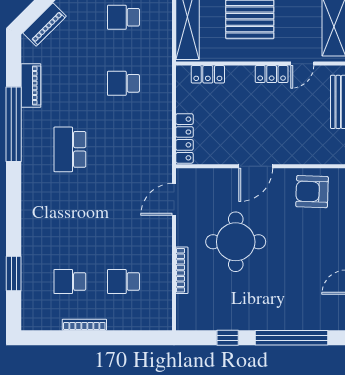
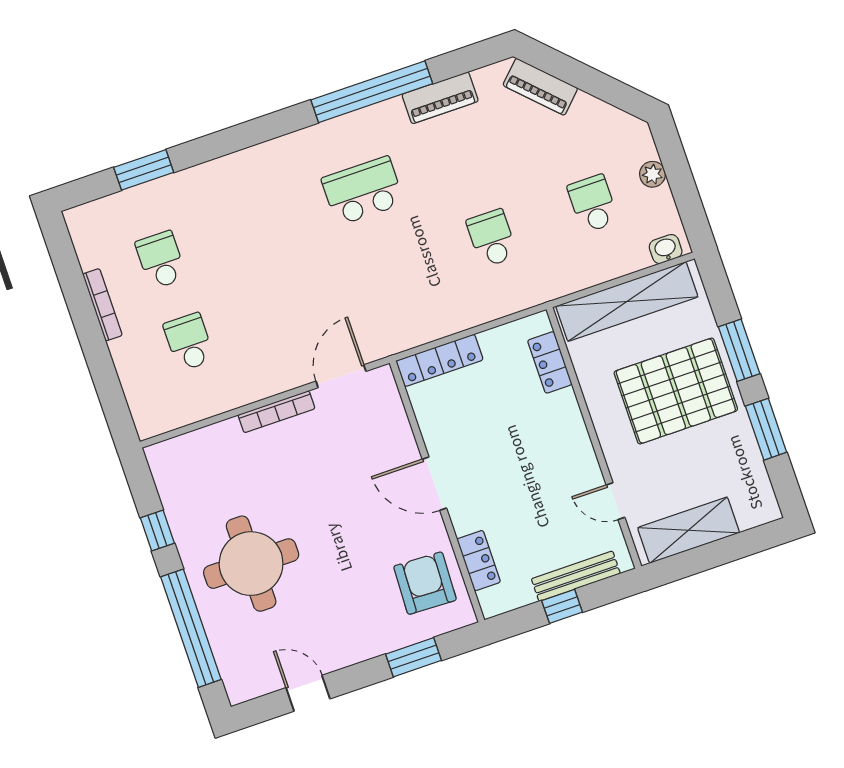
locker: (272, 74) -> (479, 561), moved, turned 180
door: (174, 199) -> (341, 376), hinge flipped
round table: (236, 242) -> (251, 564), moved
bookcase: (182, 270) -> (276, 412), moved

